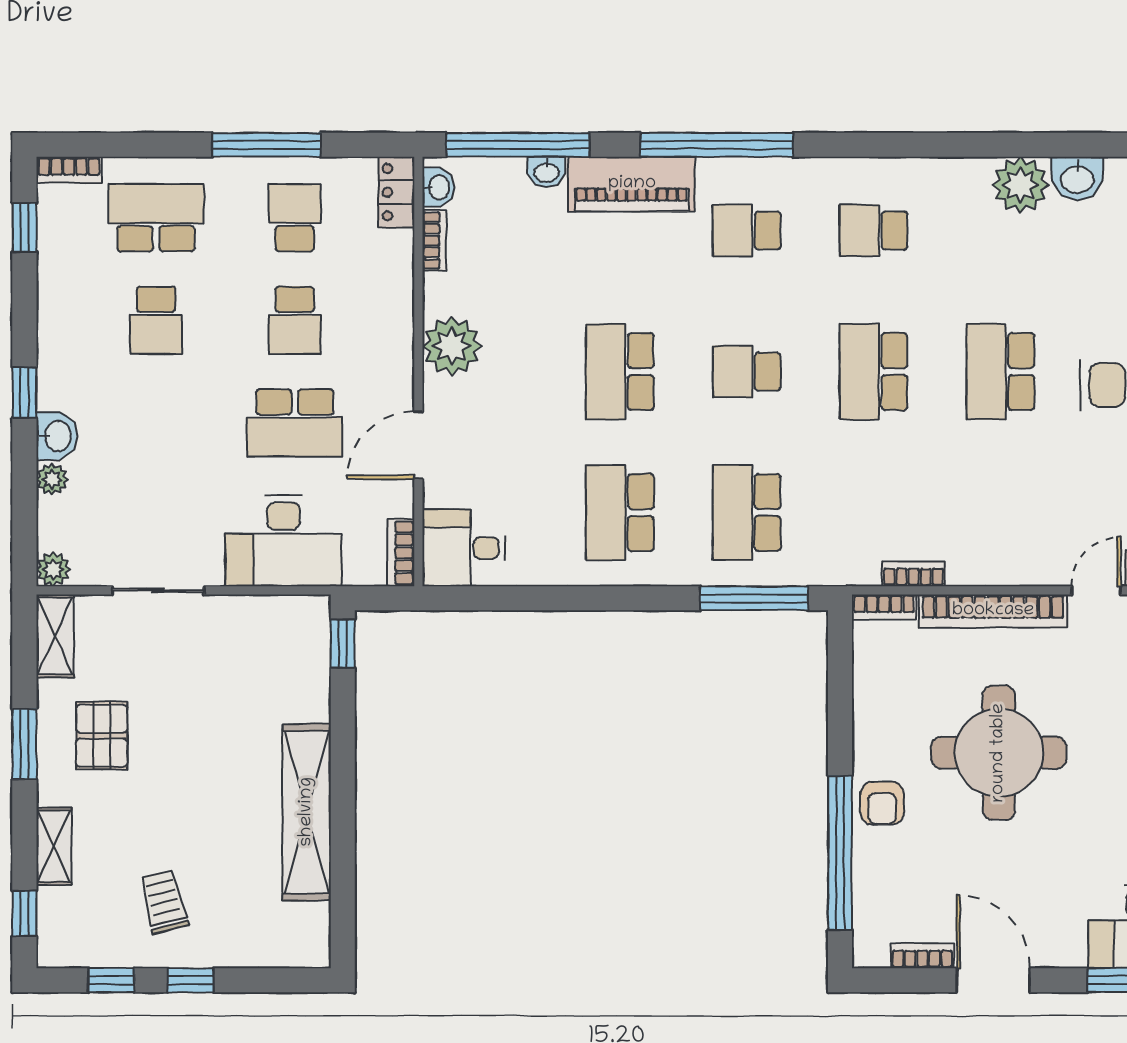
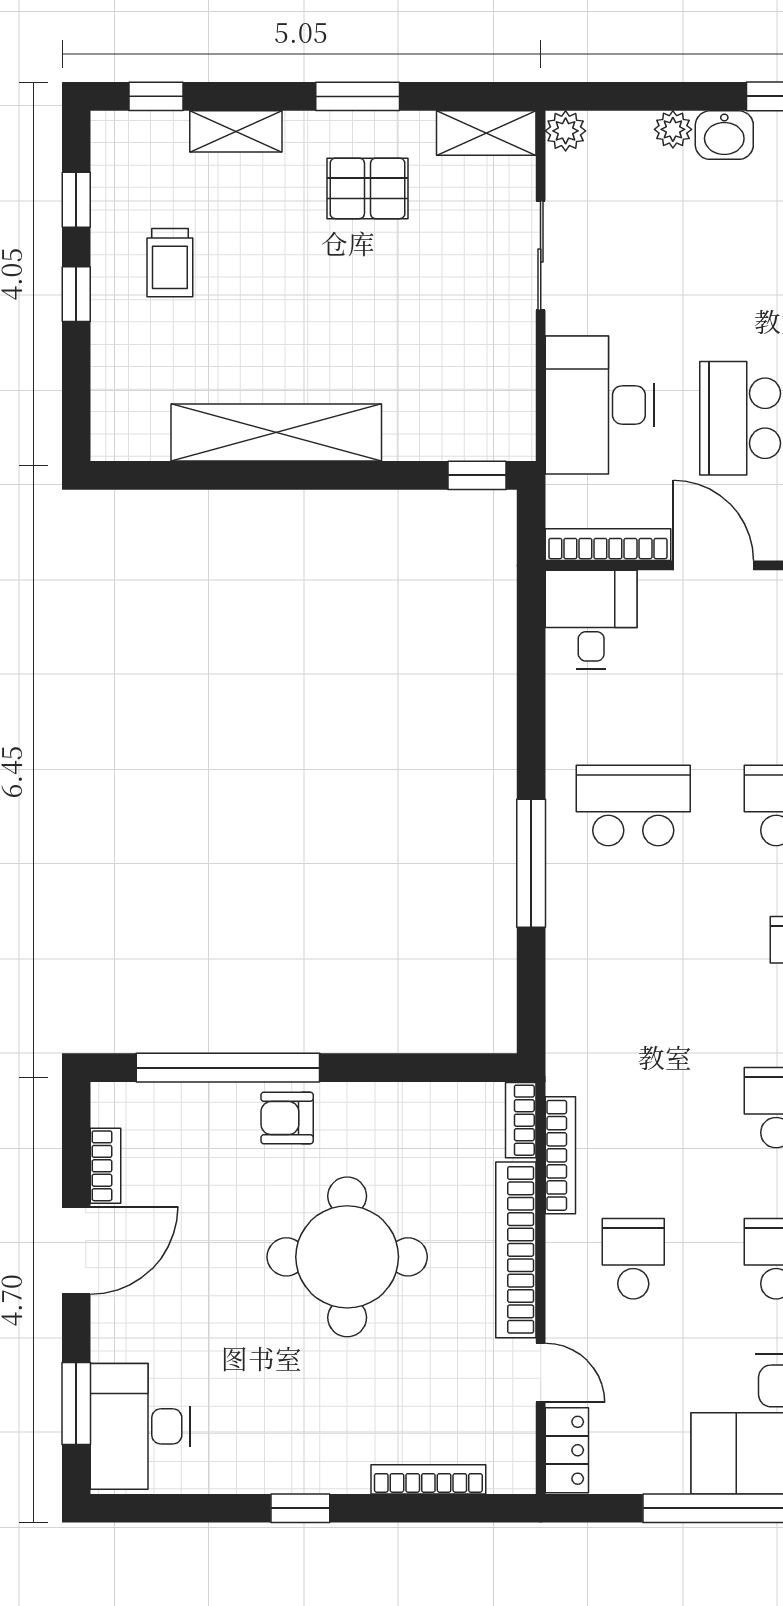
school desk: (747, 513) -> (633, 1259), moved, width x0.54
bookcase: (401, 553) -> (608, 545), width x1.56
bookcase: (914, 574) -> (560, 1155), width x1.56
window: (754, 598) -> (531, 863), moved
trolley: (164, 902) -> (170, 263), turned 104

